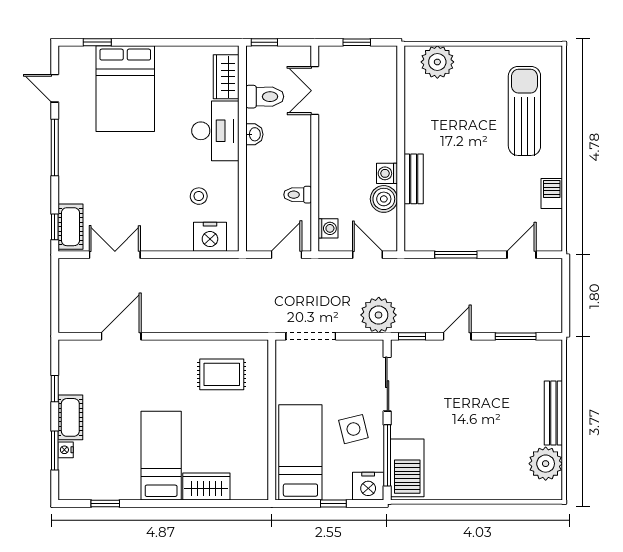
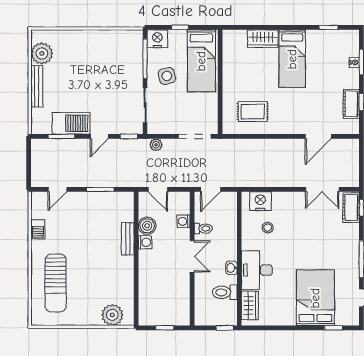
double door: (315, 91) -> (192, 256), moved
washing machine: (328, 228) -> (183, 221), moved
plant: (379, 315) -> (156, 145), width x0.53, depth x0.53
cot: (70, 417) -> (351, 104), moved
barbecue: (407, 468) -> (71, 123), moved, turned 90

